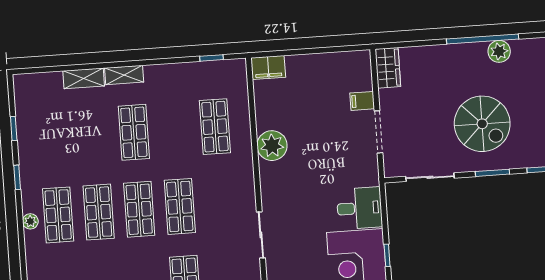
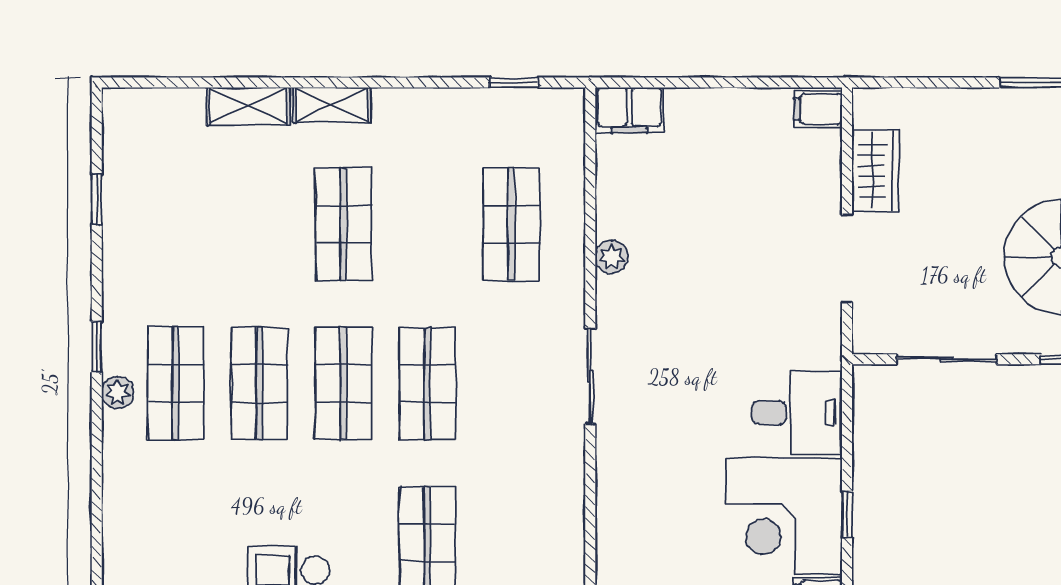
wardrobe: (388, 68) -> (876, 171), moved
filing cabinet: (362, 101) -> (818, 109), moved
plant: (272, 146) -> (612, 257), width x0.53, depth x0.53
window: (17, 177) -> (97, 347), moved
sliding door: (261, 235) -> (590, 376), moved

